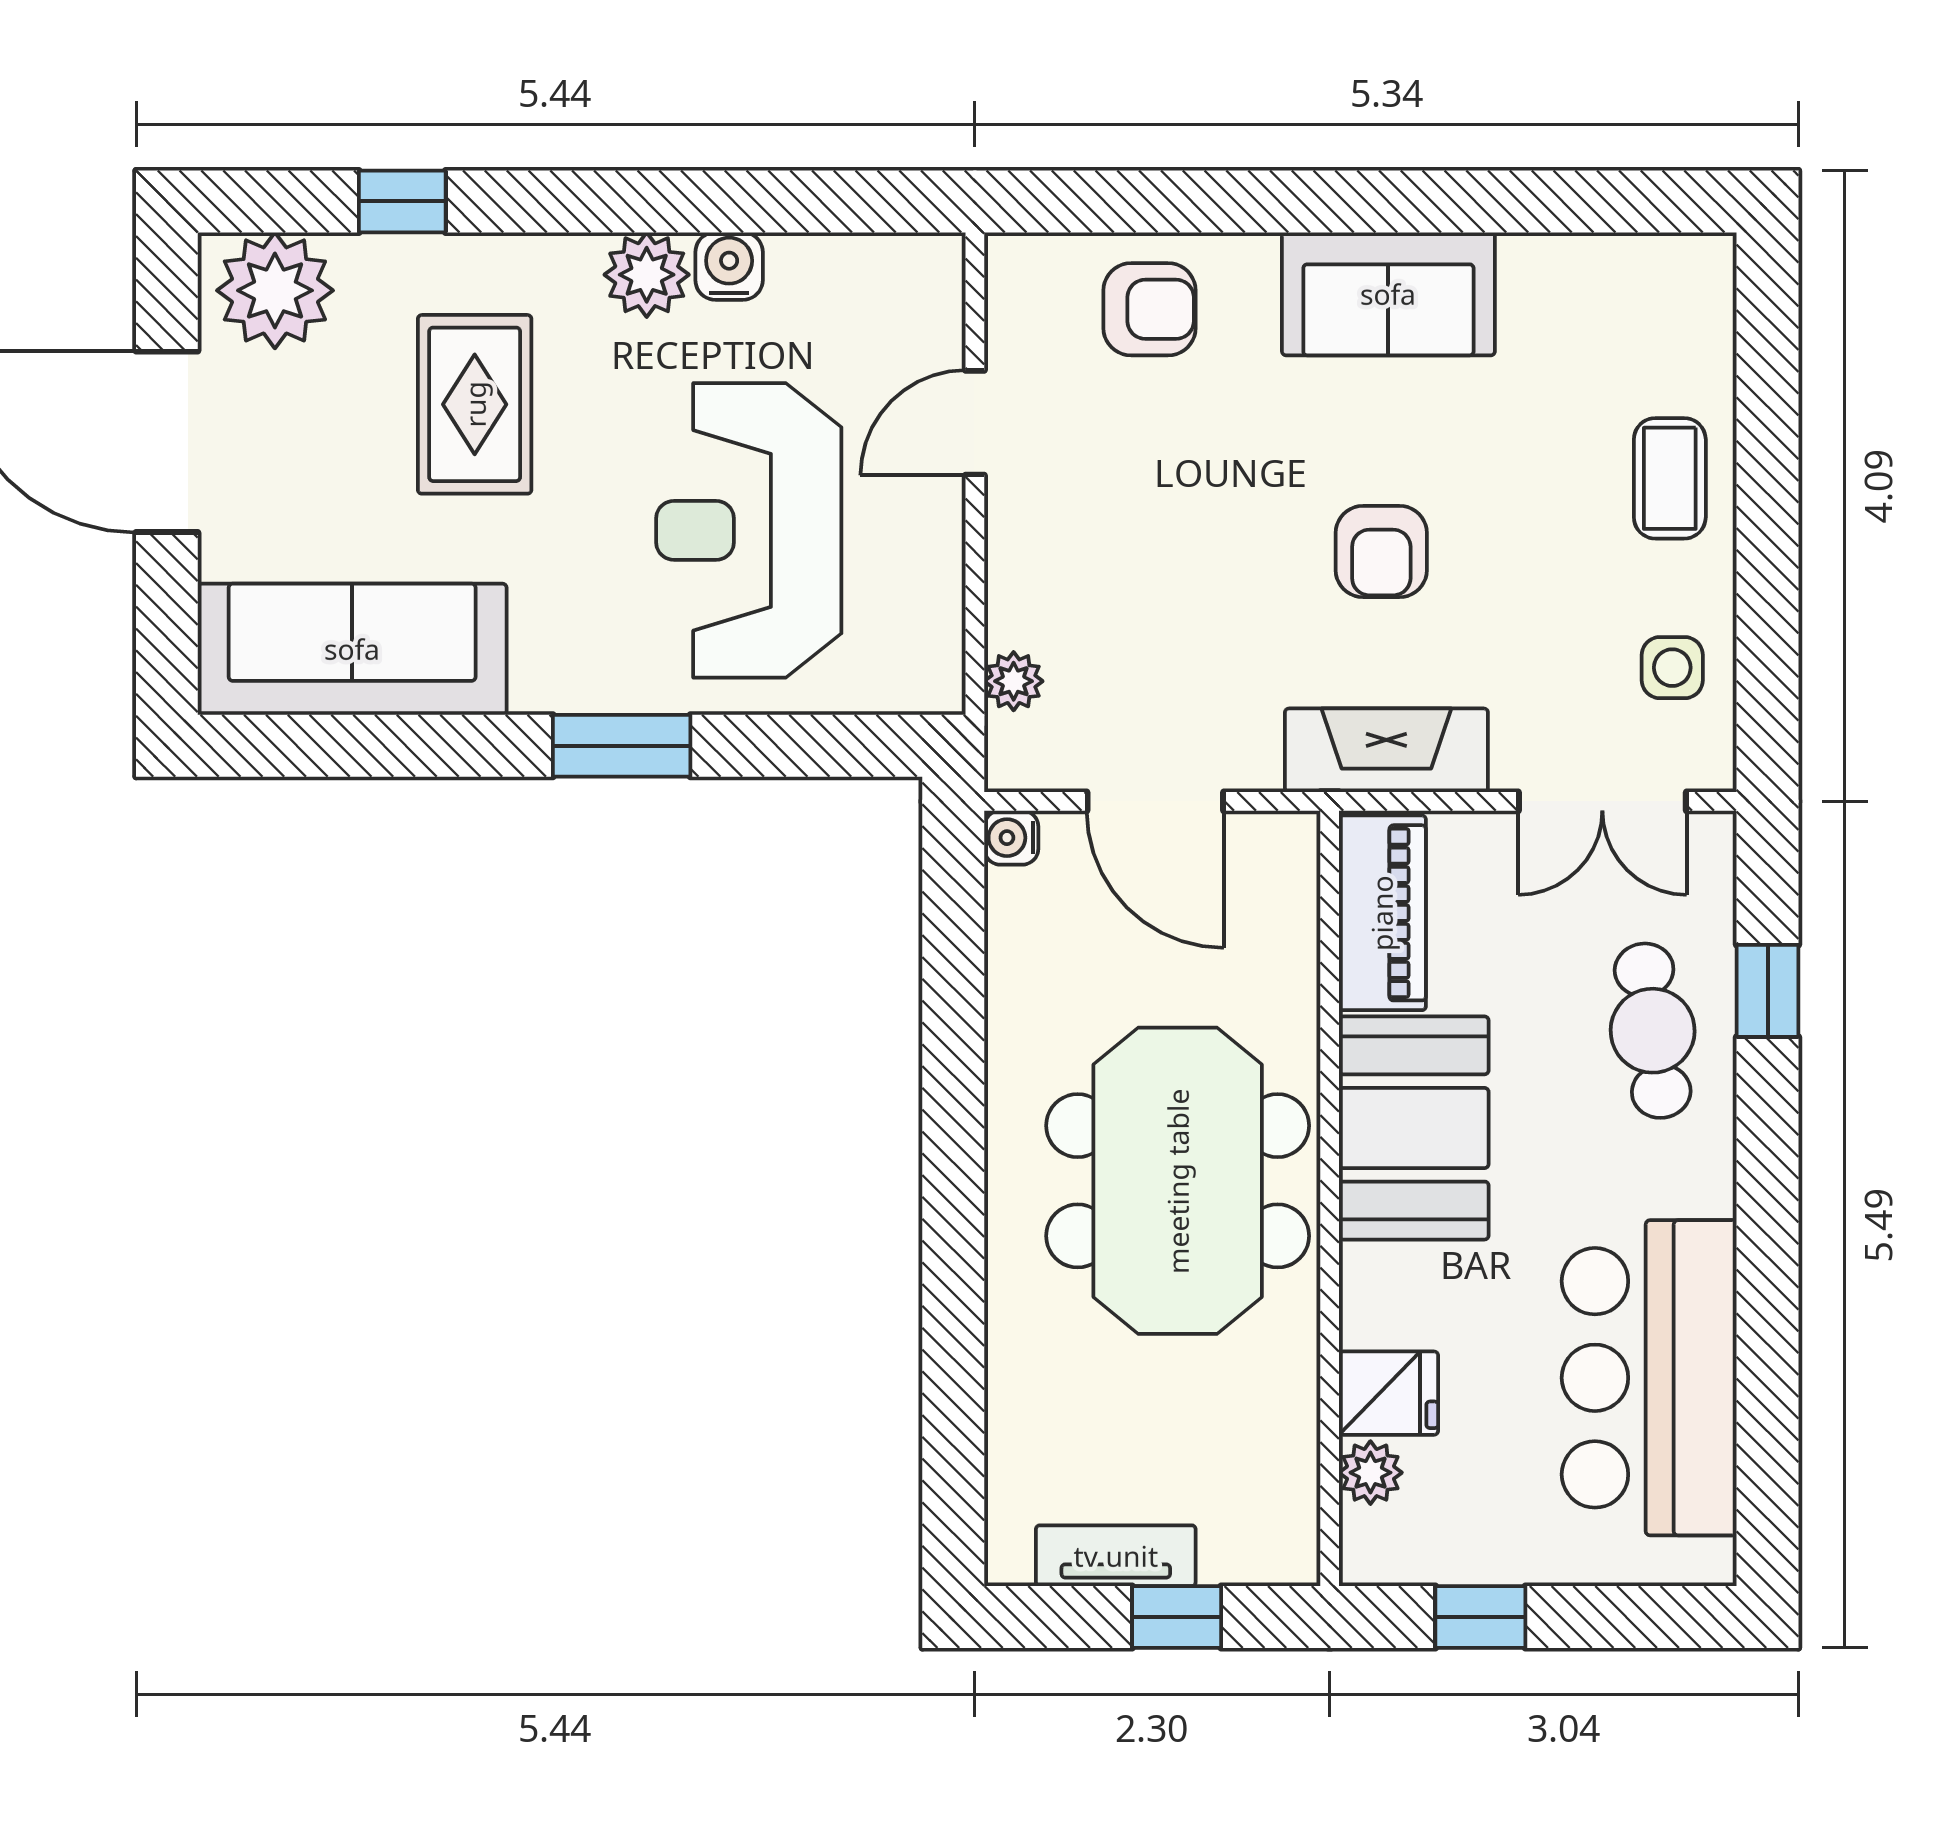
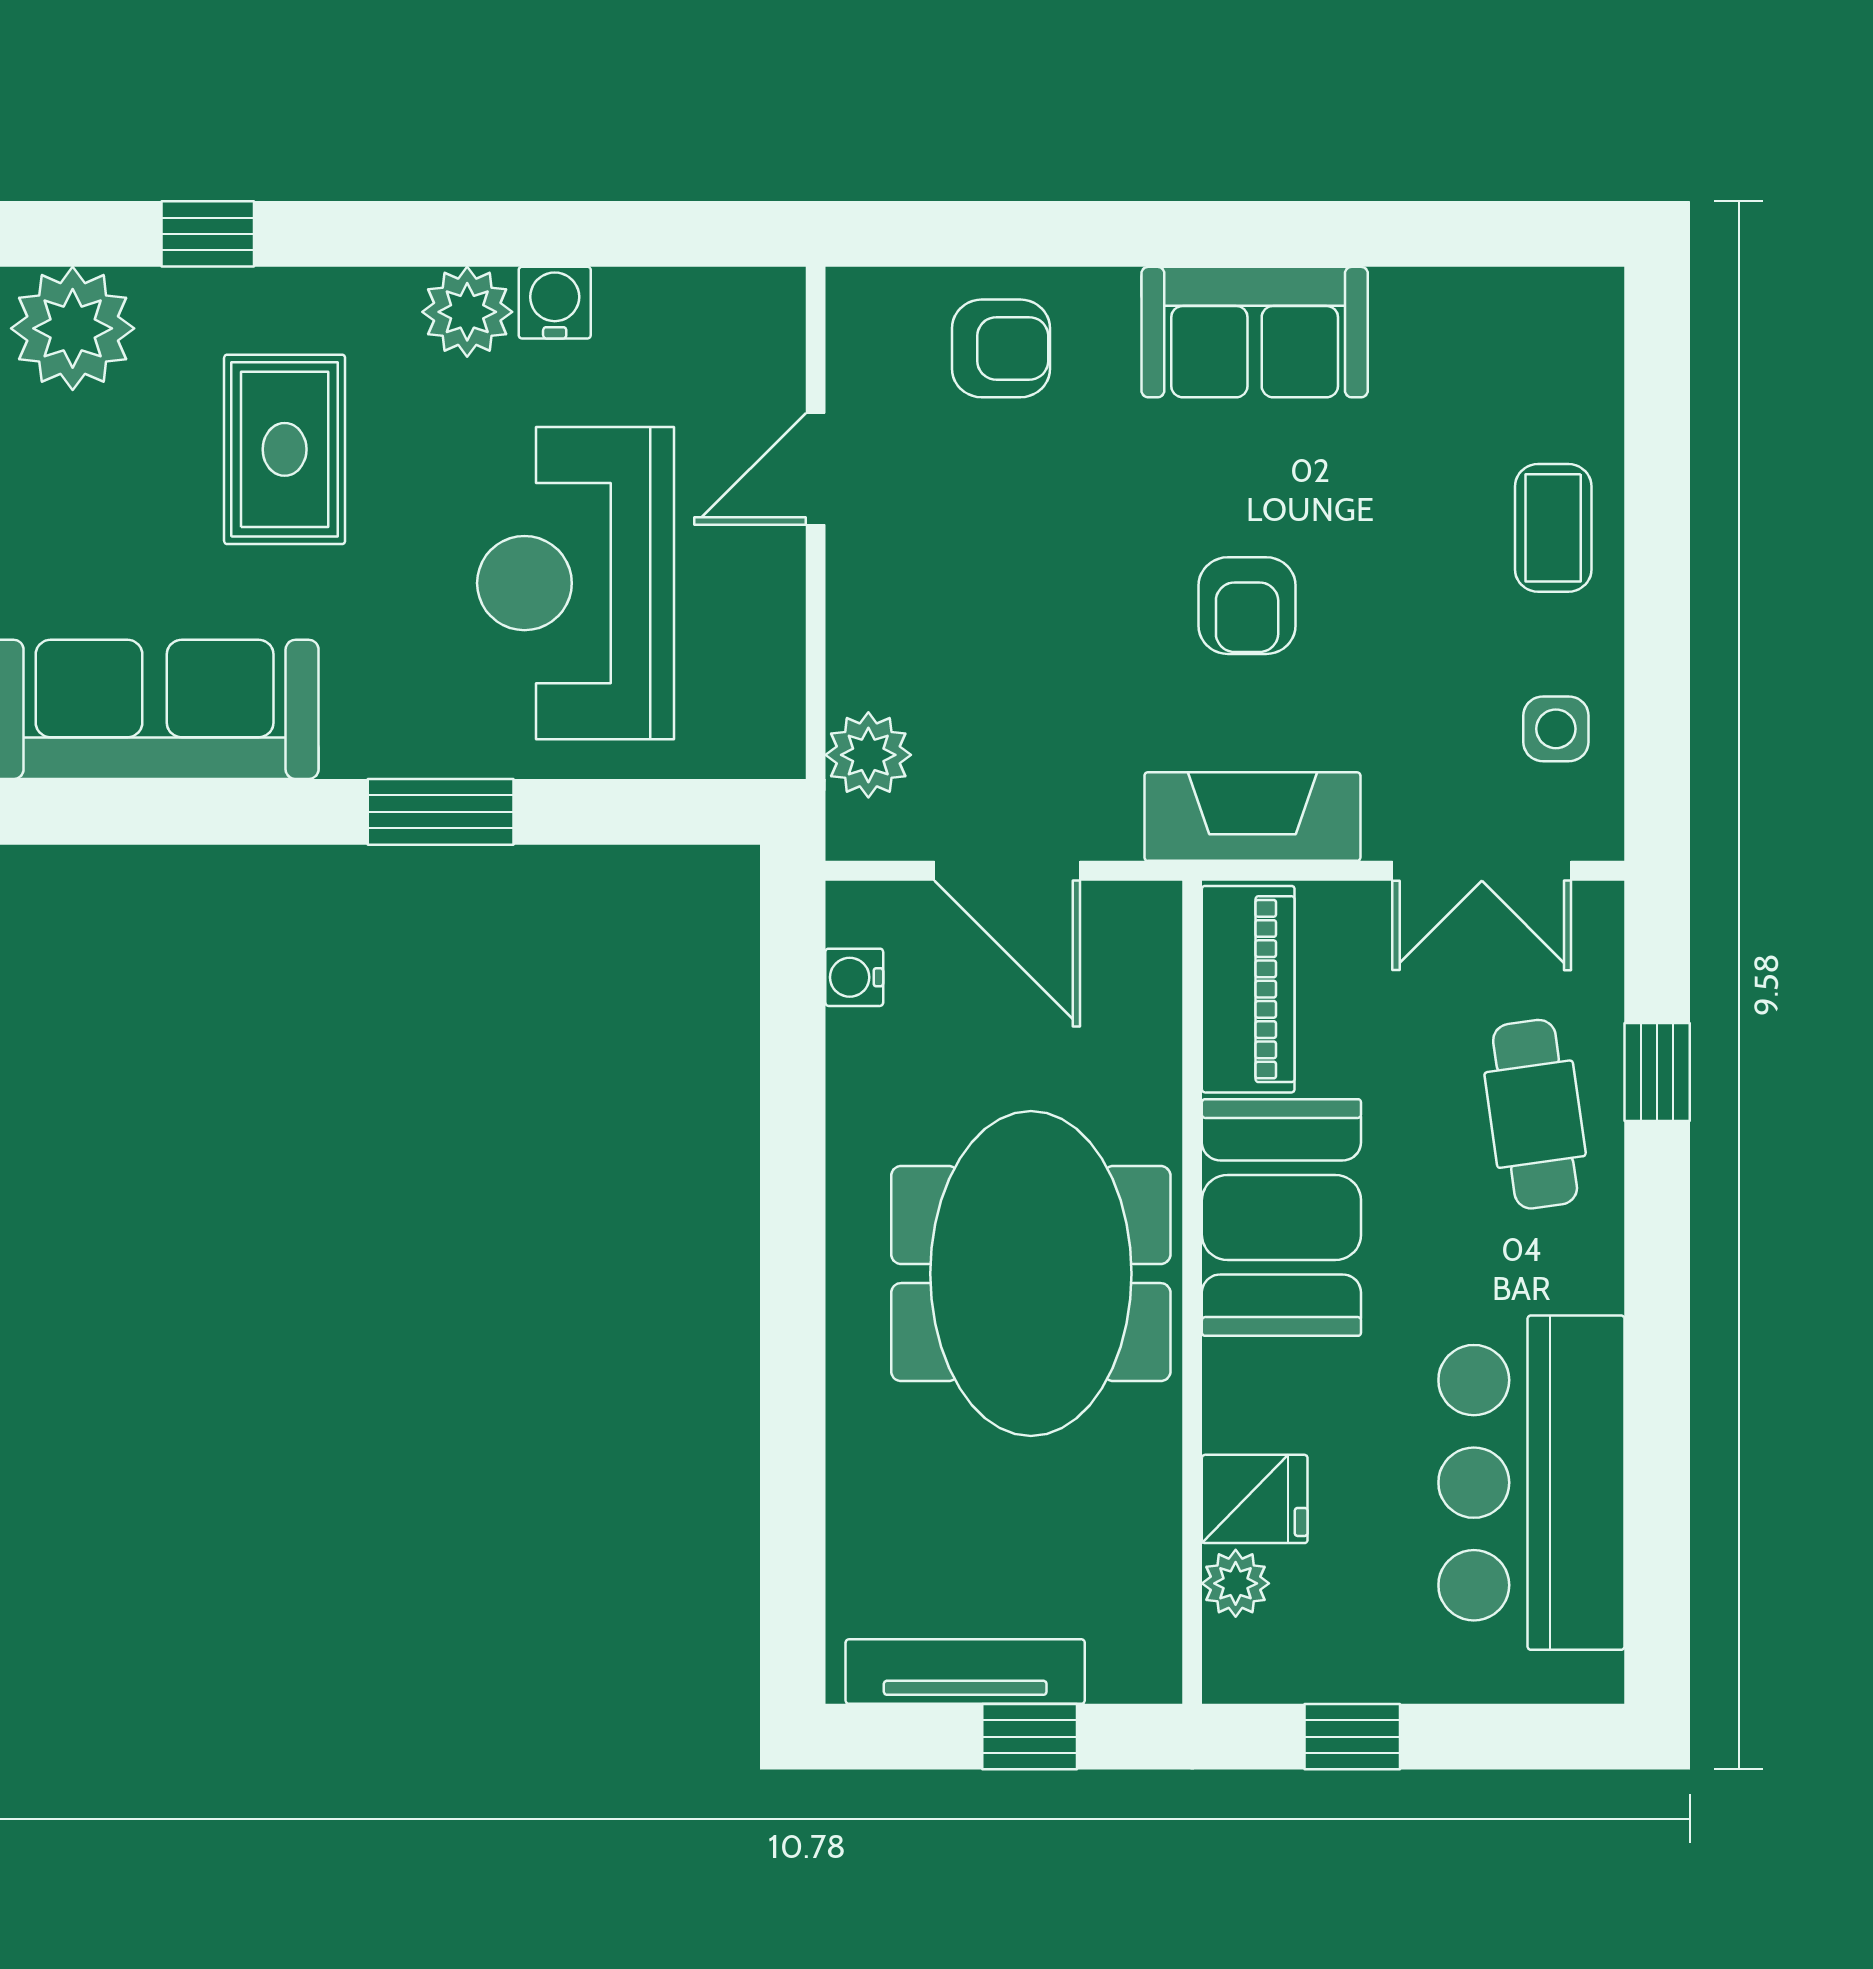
plant: (1014, 681) -> (868, 755), width x1.38, depth x1.38
water cooler: (1011, 838) -> (854, 977), moved
tv unit: (1116, 1556) -> (965, 1672), width x1.41

